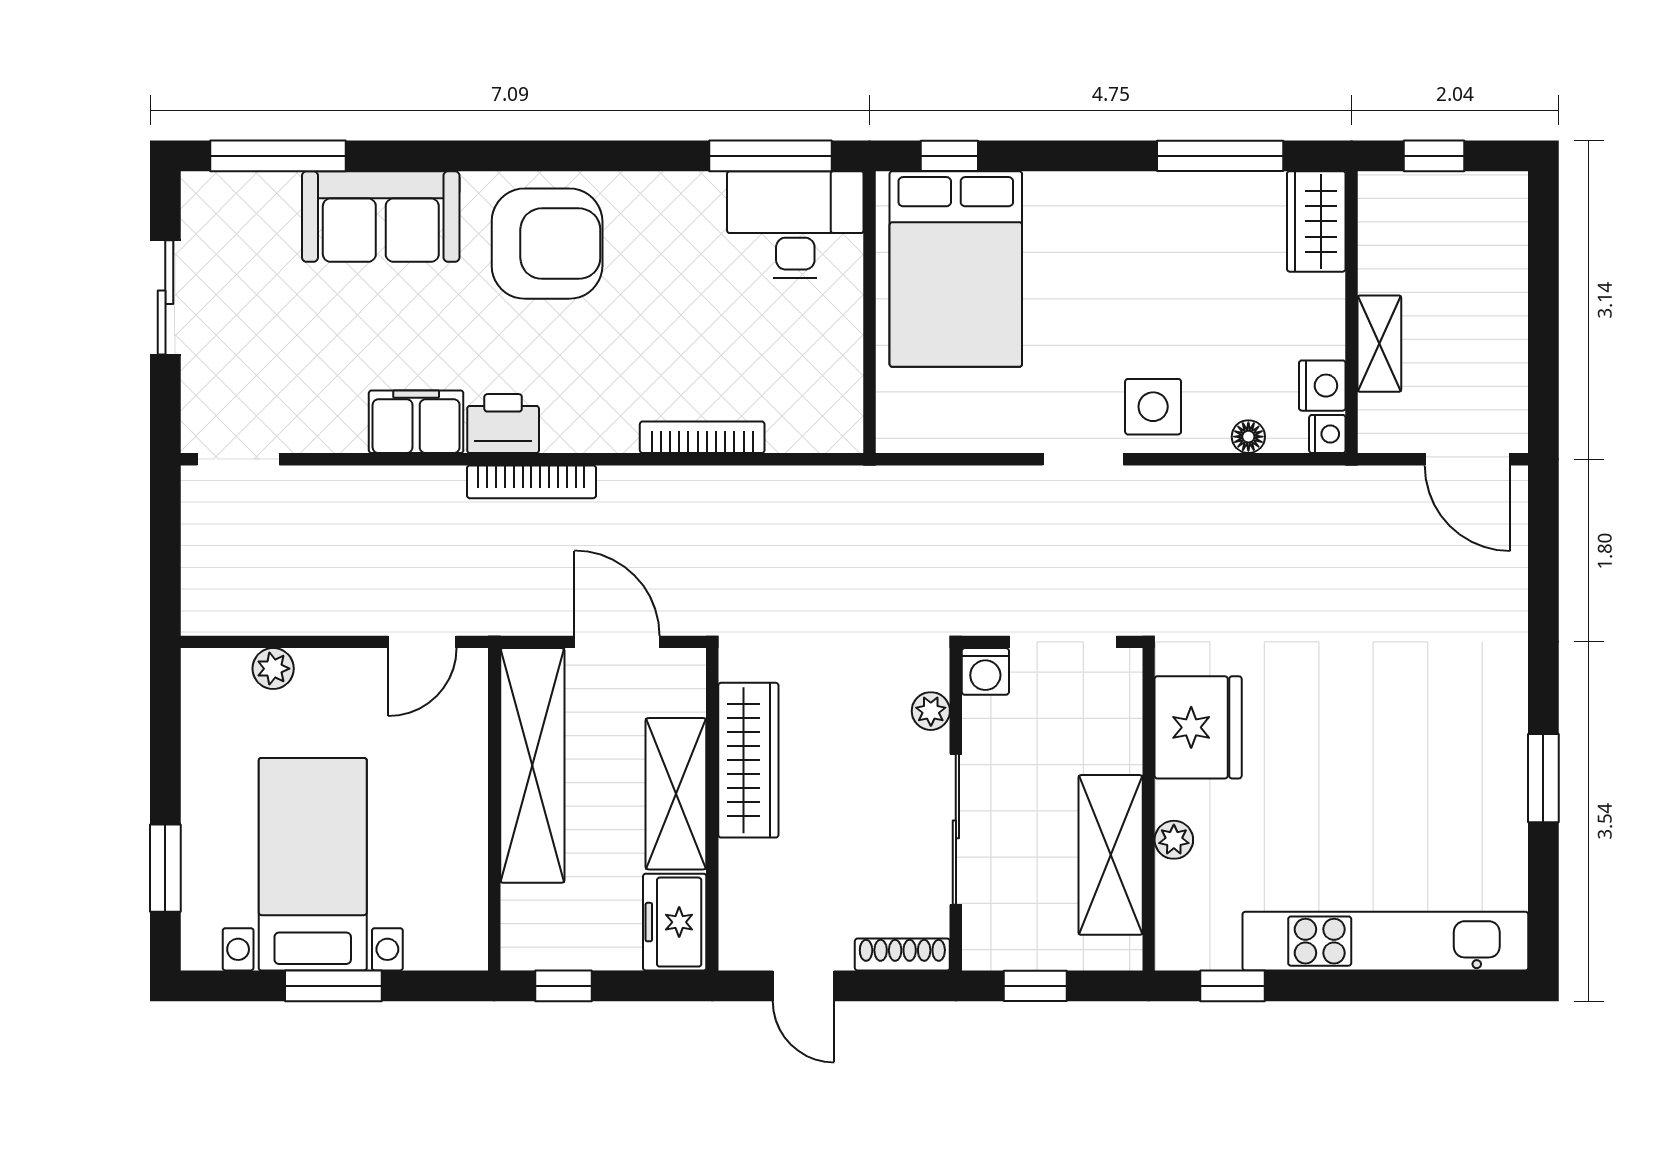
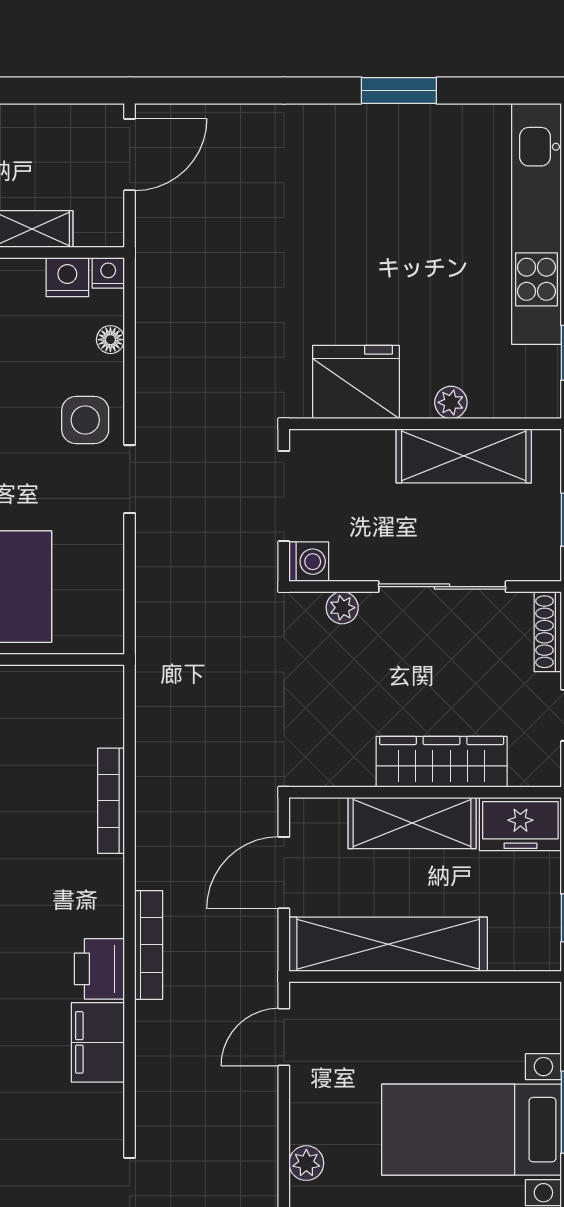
door: (422, 642) -> (284, 1037), swing flipped
wardrobe: (748, 760) -> (442, 762), moved

